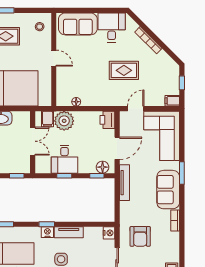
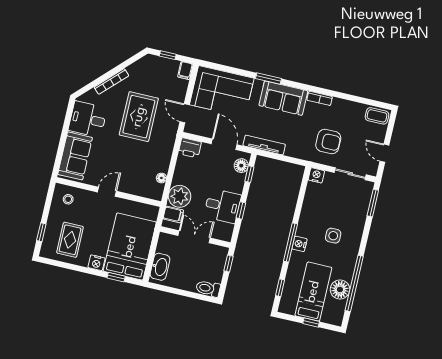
rug: (124, 70) -> (139, 117), width x1.36, depth x1.43
window: (47, 224) -> (291, 243), width x2.17
tv unit: (69, 232) -> (305, 220), removed

